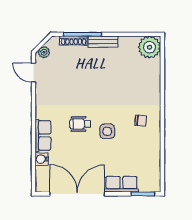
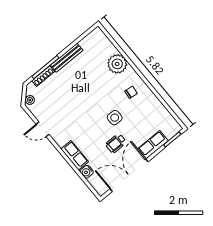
bench: (103, 42) -> (67, 58), width x1.36
plant: (149, 47) -> (117, 64), moved
door: (34, 73) -> (43, 129), moved
wheelchair: (80, 124) -> (116, 143), moved

